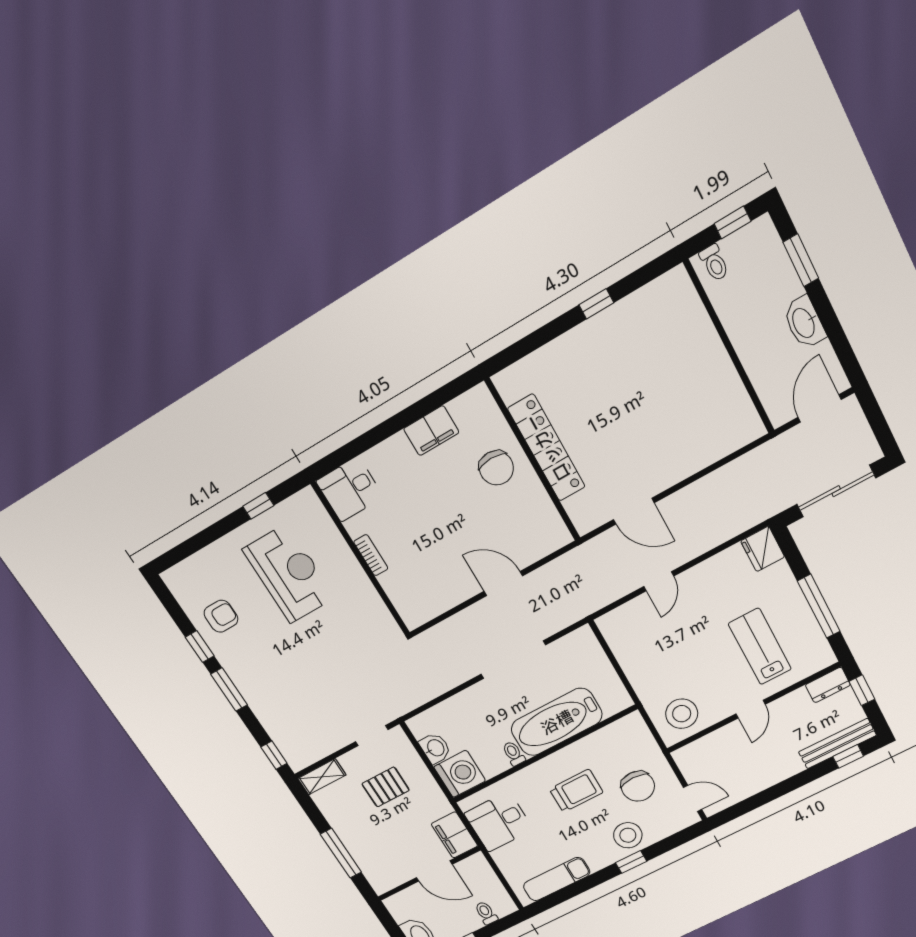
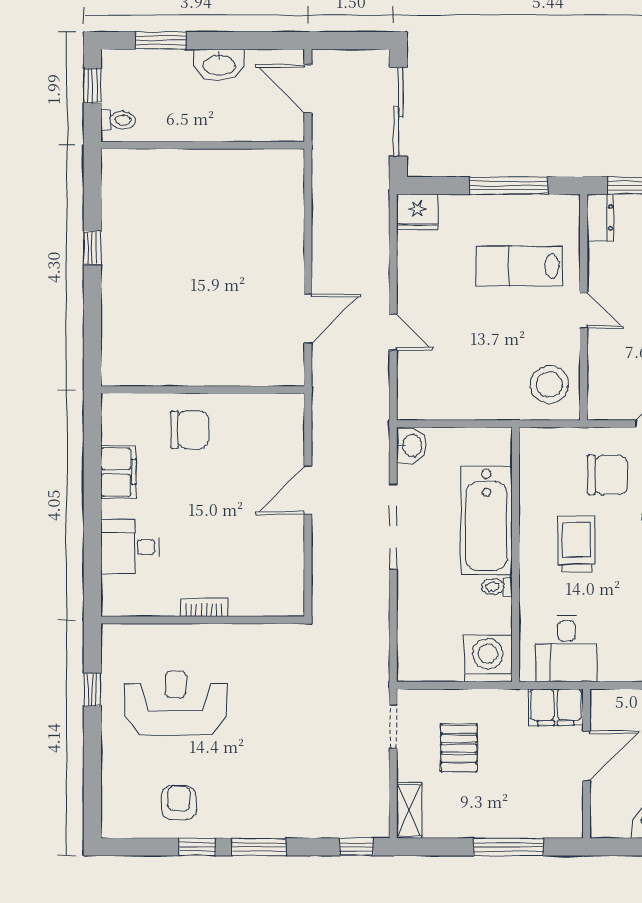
locker: (547, 448) -> (198, 370), removed
desk: (350, 489) -> (130, 547), moved, turned 90
washbasin: (435, 748) -> (411, 446), moved, turned 90

